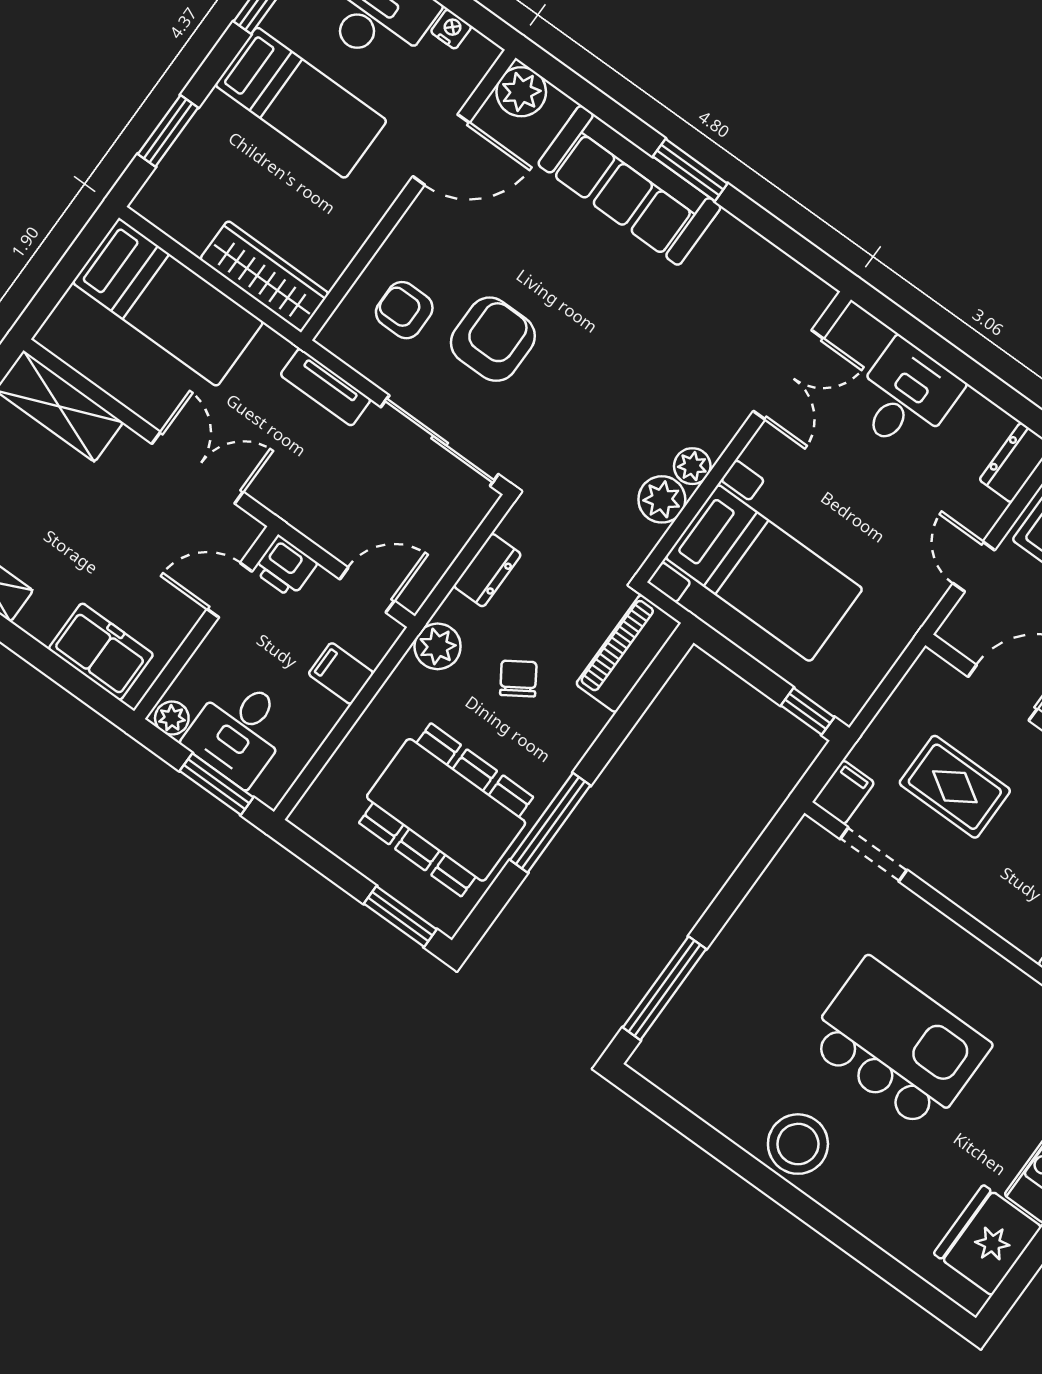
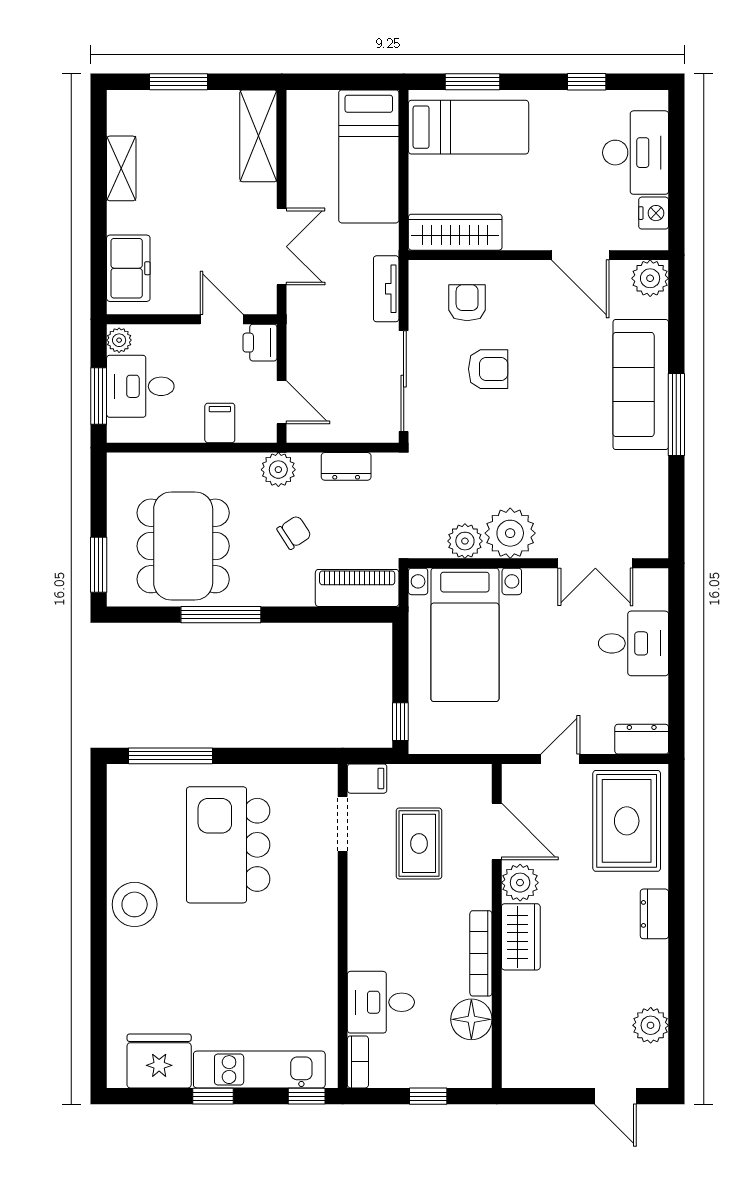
nightstand: (451, 29) -> (654, 213), width x1.39, depth x1.35
bed: (301, 103) -> (468, 127), moved, turned -90
window: (690, 170) -> (676, 415), width x1.44
wardrobe: (264, 276) -> (455, 232), moved, turned -90
armchair: (493, 339) -> (488, 369), width x0.72, depth x0.72
plant: (692, 466) -> (510, 533), width x1.87, depth x1.87
kitchen island: (898, 1044) -> (228, 845), moved, turned 180

